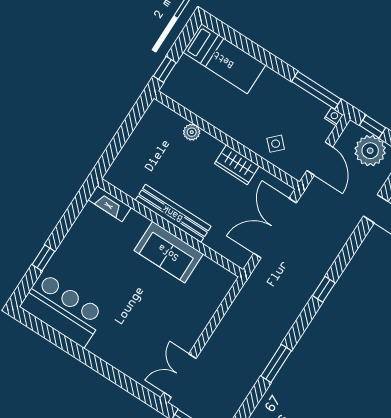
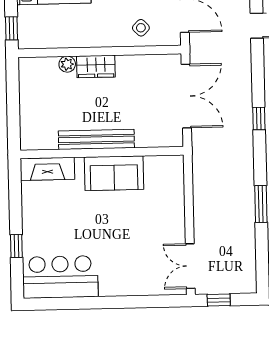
wardrobe: (237, 165) -> (96, 66), moved
fireplace: (110, 204) -> (47, 169), width x1.37, depth x1.32
double door: (275, 228) -> (186, 96), swing flipped

